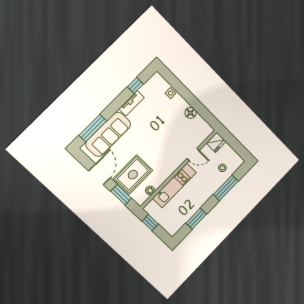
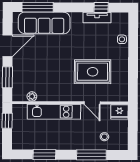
tv unit: (132, 103) -> (97, 18), moved
floor lamp: (191, 113) -> (122, 69), removed
rug: (133, 175) -> (93, 72), moved

